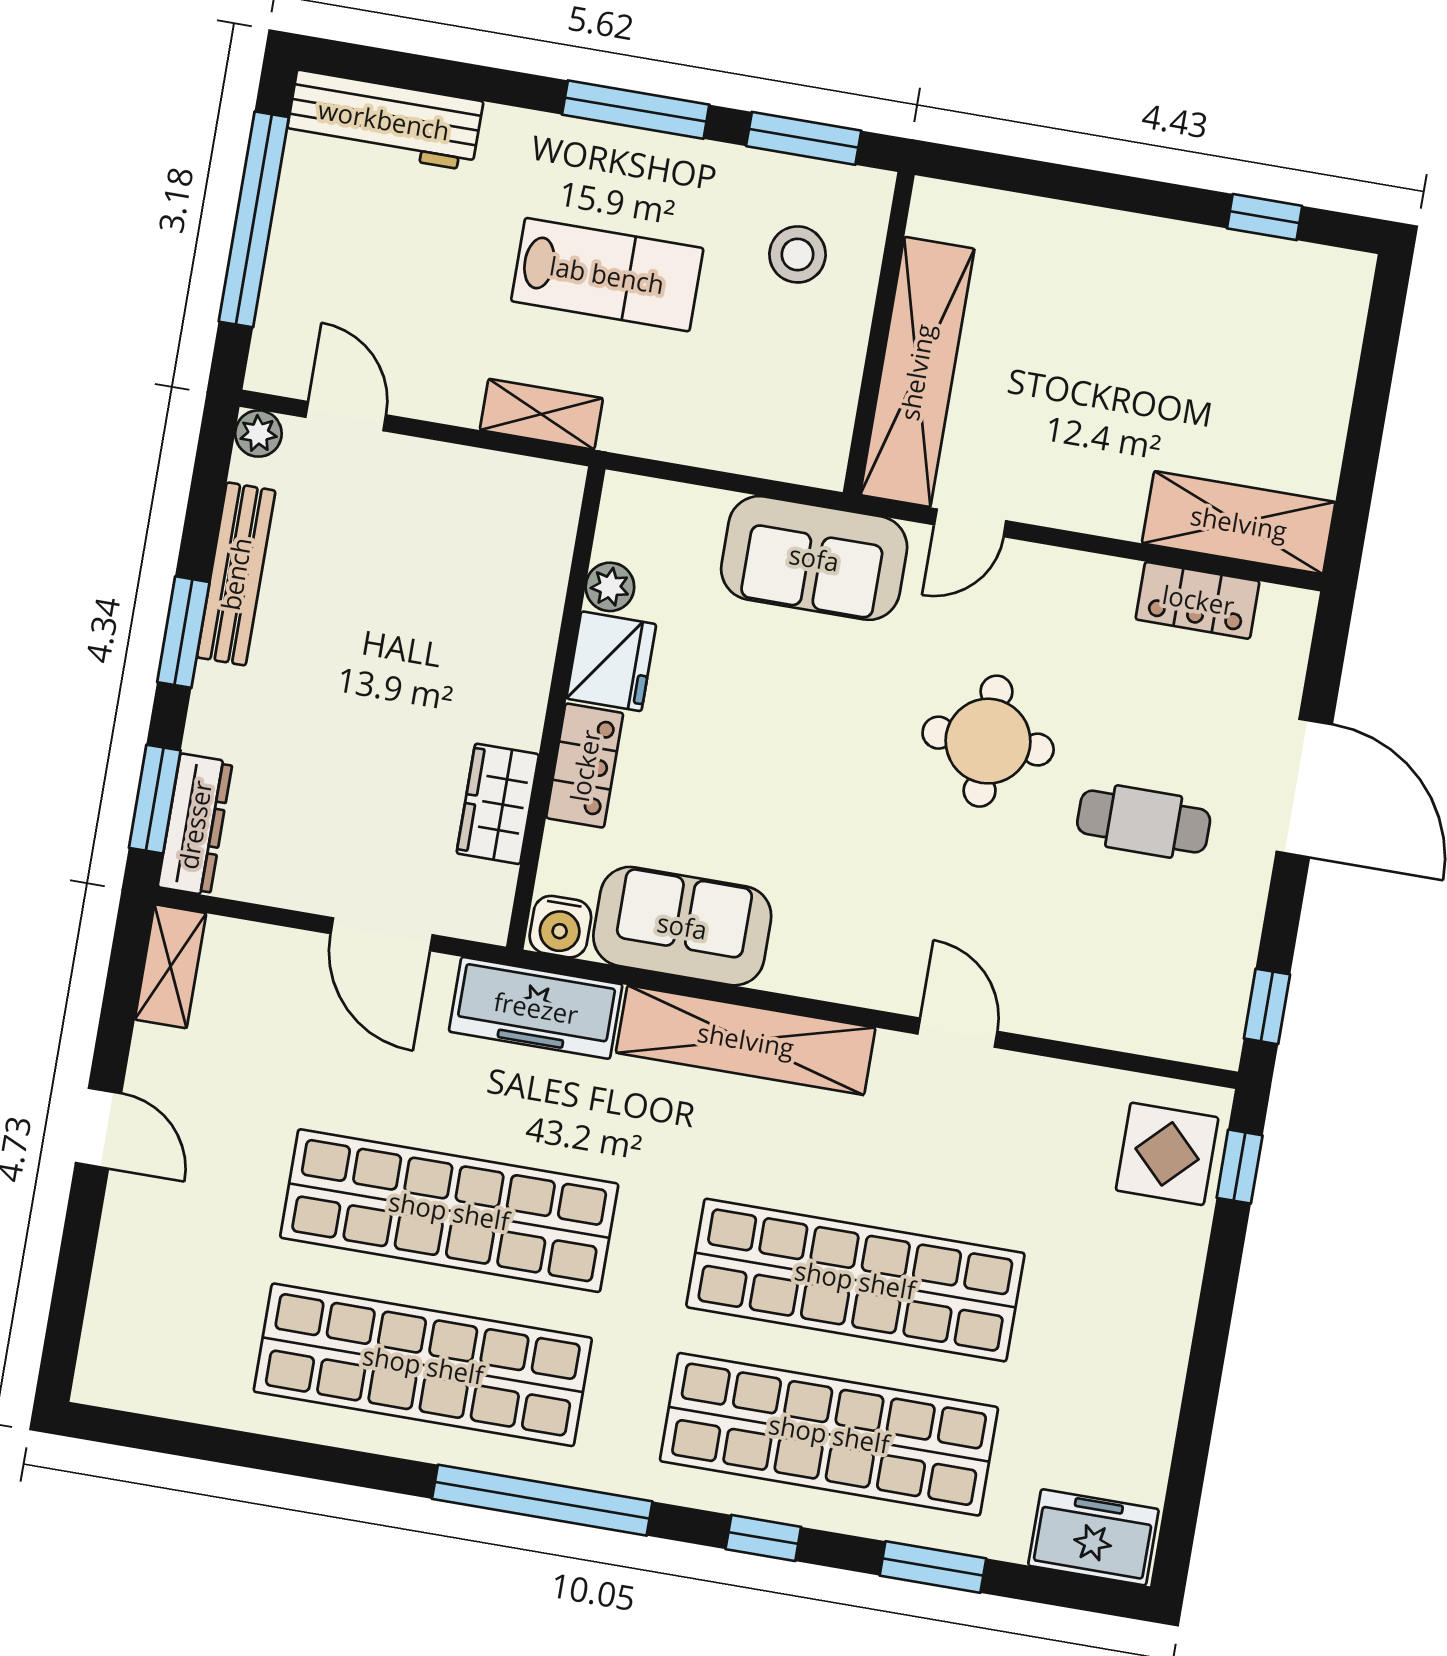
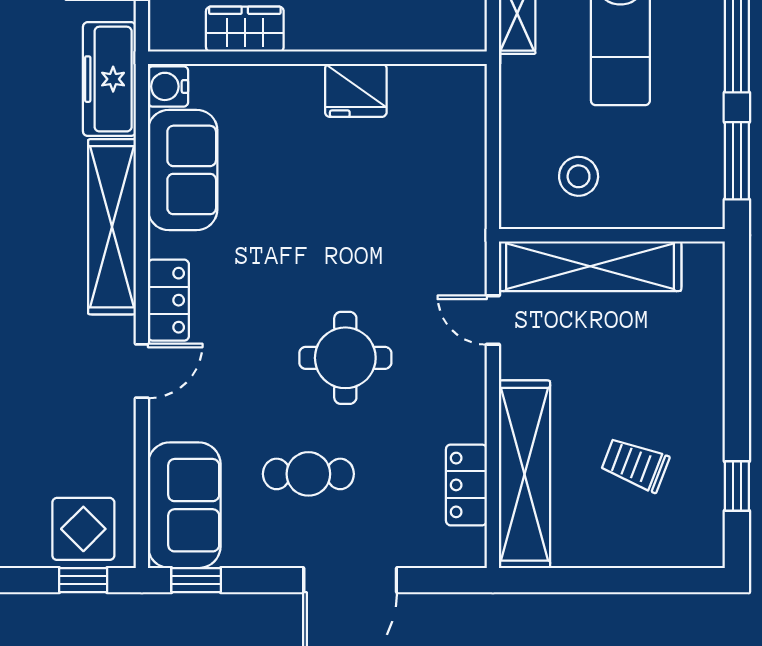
stool: (797, 254) -> (579, 176), moved
trolley: (1209, 356) -> (635, 465), added
shelving: (1239, 523) -> (524, 474), width x1.47
sofa: (814, 558) -> (184, 505), moved, turned 180
plant: (610, 587) -> (407, 81), removed
locker: (585, 766) -> (168, 300), moved, turned -90
cafe table: (1144, 822) -> (308, 474), turned 90

